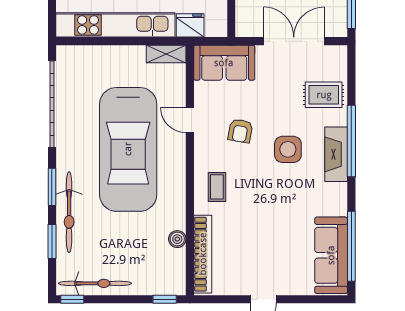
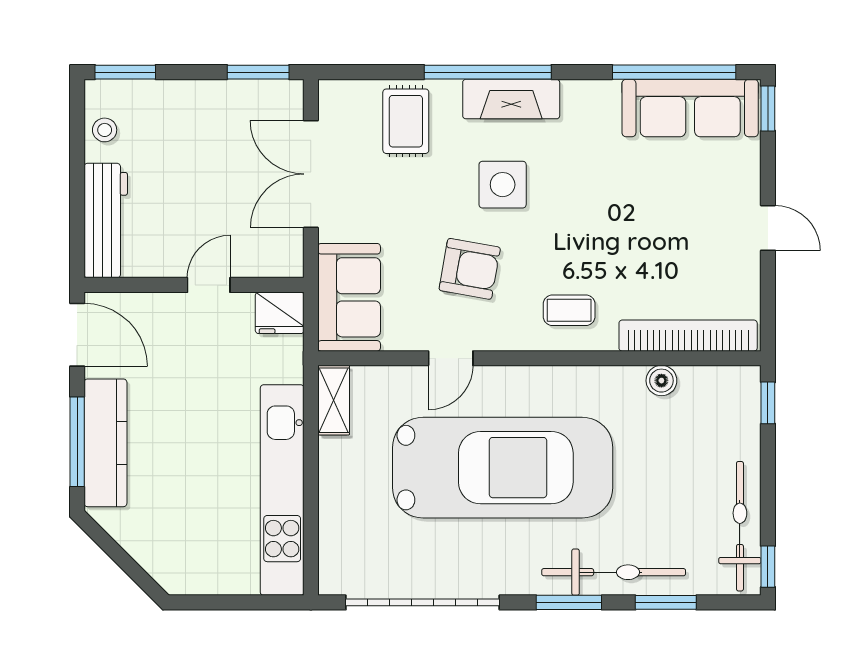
fridge: (190, 25) -> (280, 313), moved, turned -90
armchair: (240, 131) -> (470, 269), width x1.38, depth x1.38
window: (331, 299) -> (768, 108), added

